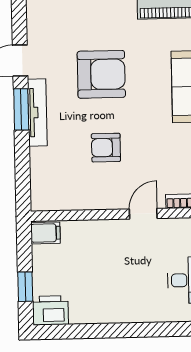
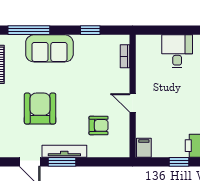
armchair: (106, 148) -> (99, 125), moved, turned -90
door: (143, 214) -> (133, 103), moved

